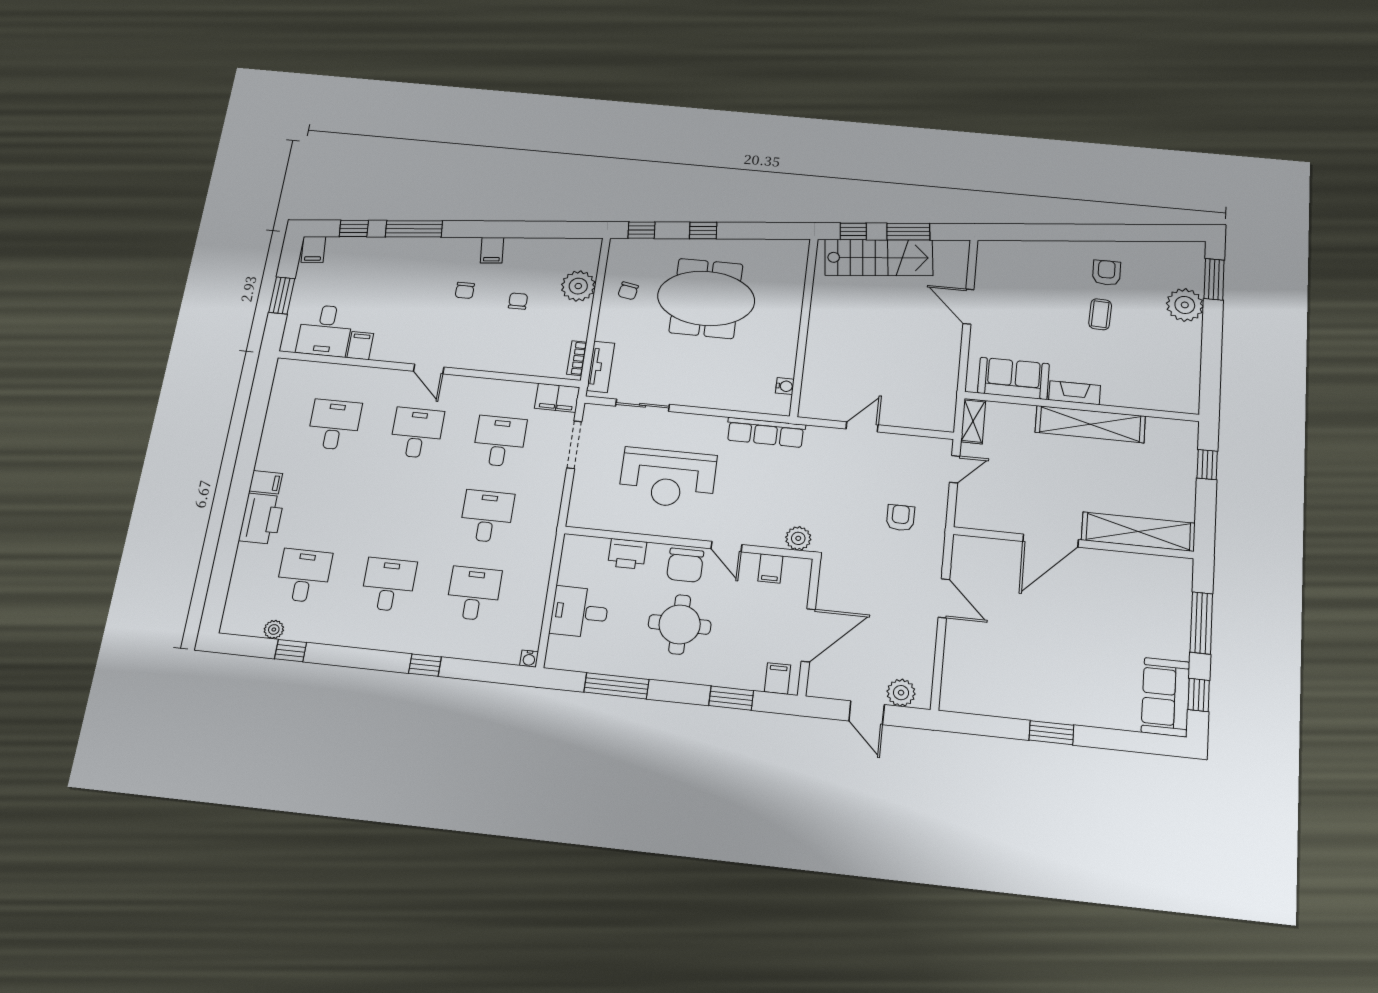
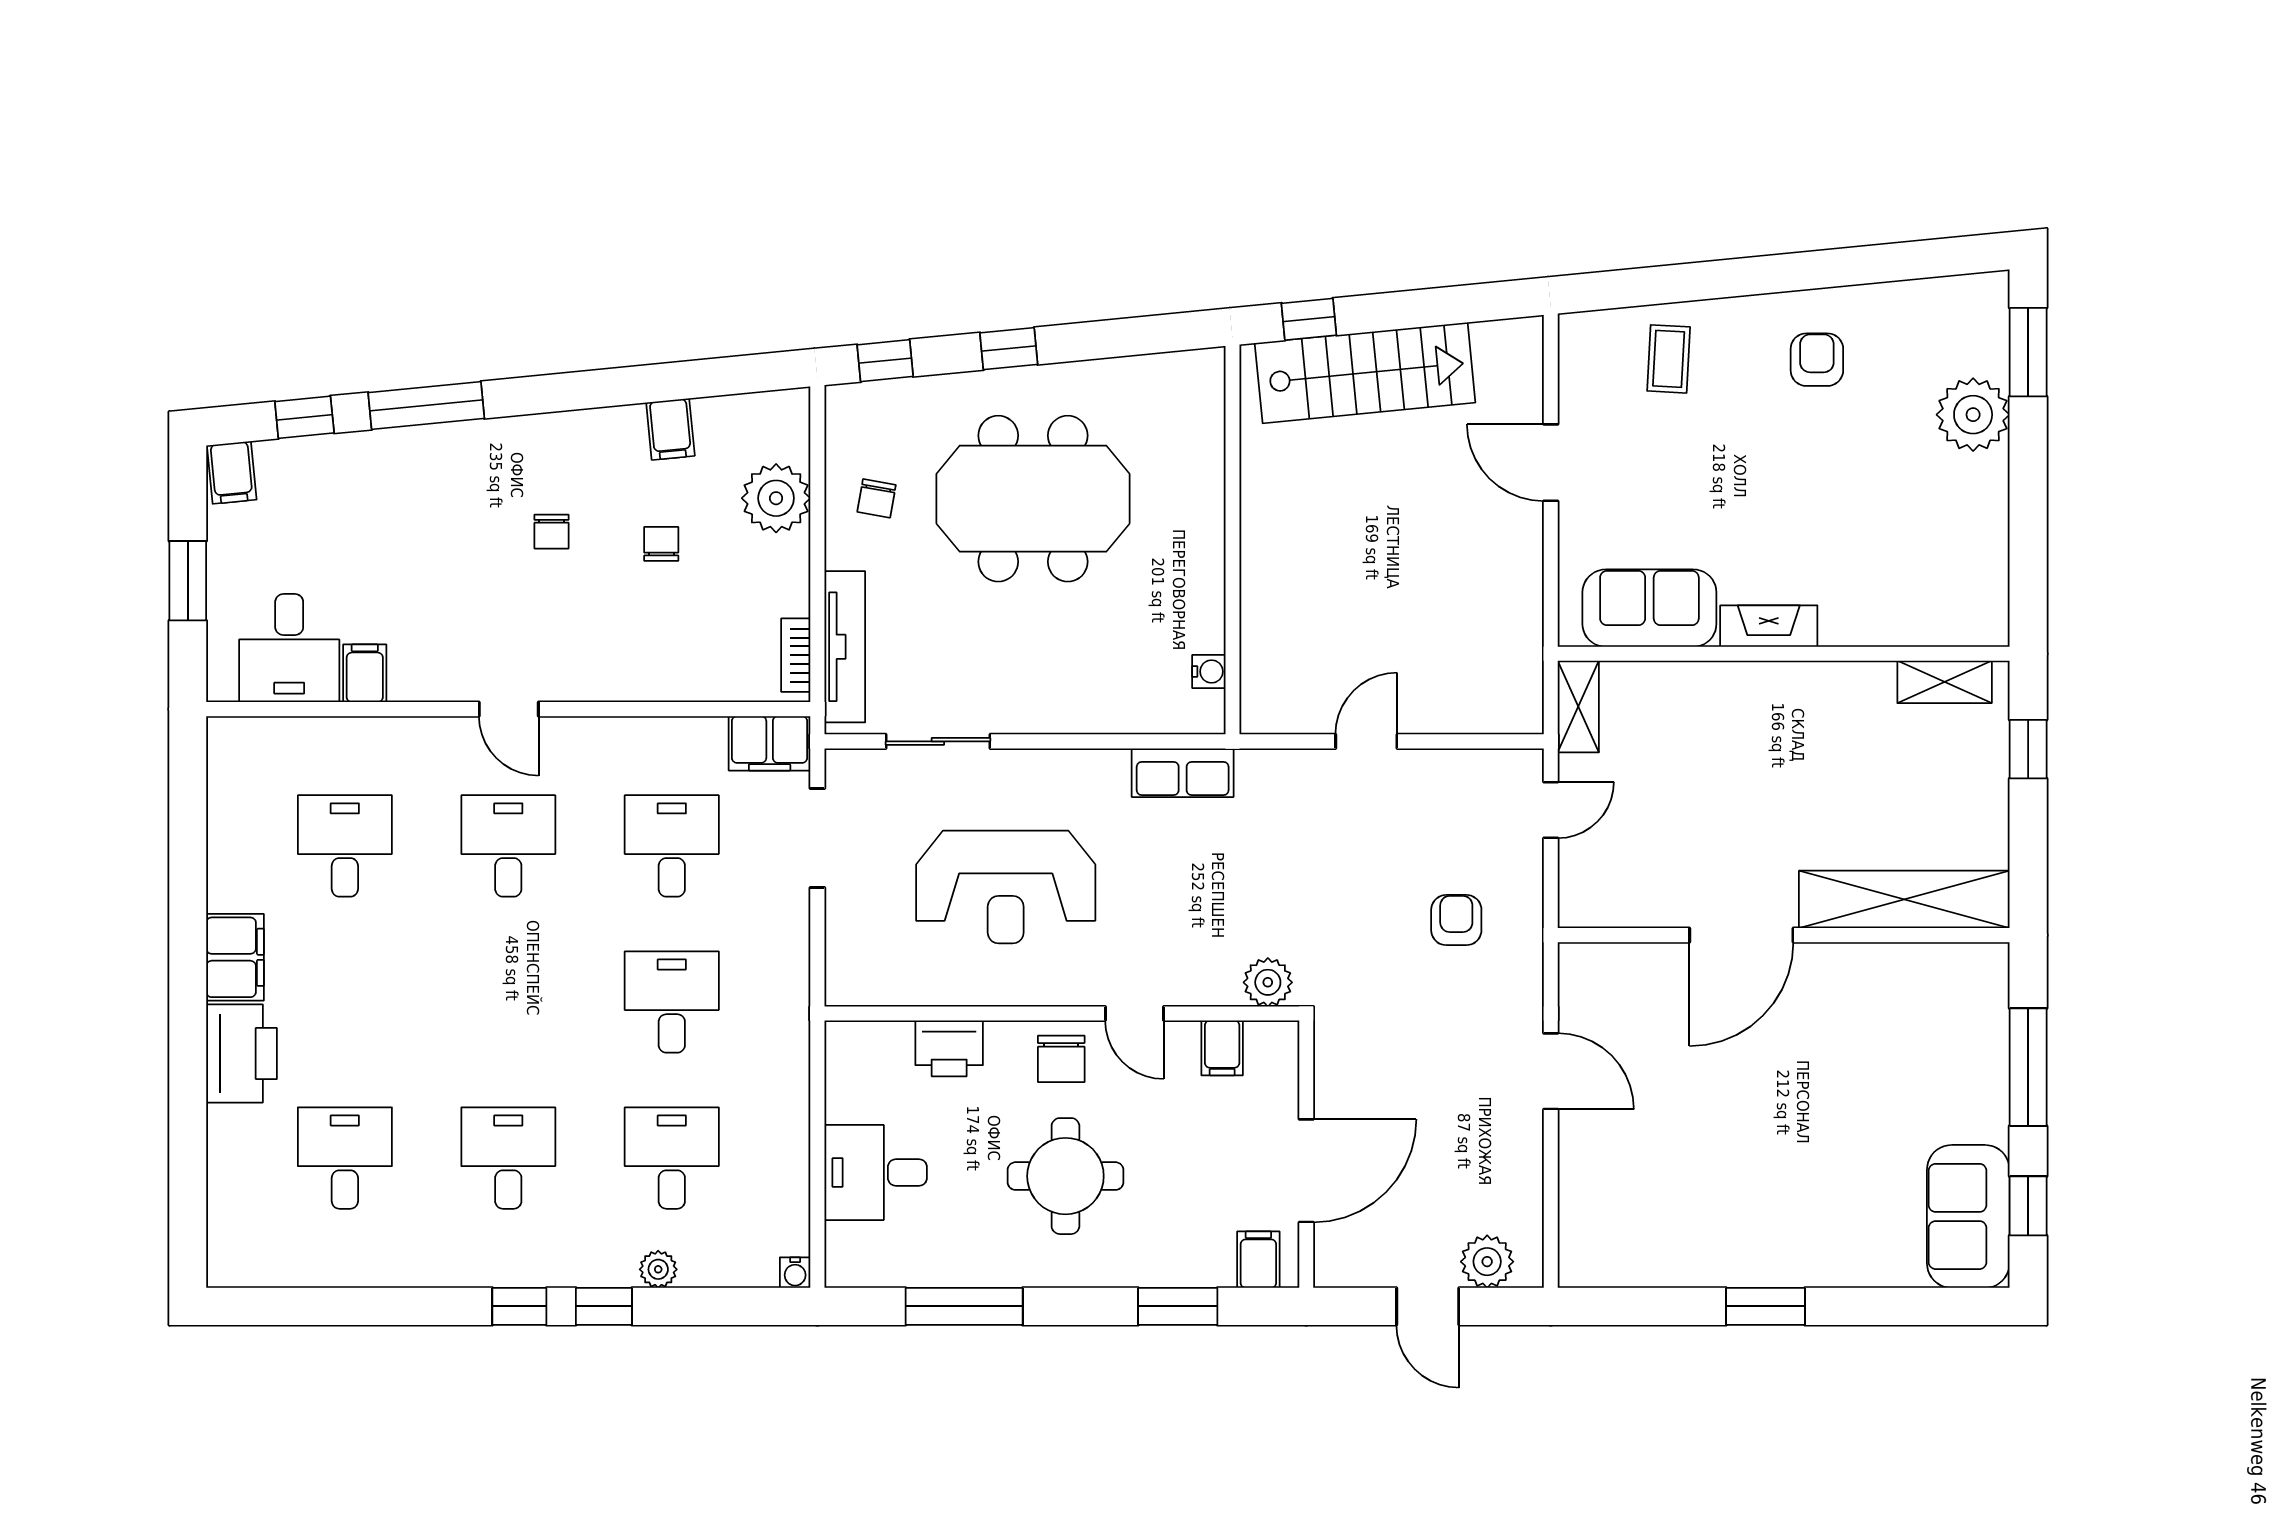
window: (908, 232) -> (1419, 308), removed
filing cabinet: (492, 250) -> (670, 429), moved
coffee table: (1100, 314) -> (1669, 359), moved
tv unit: (600, 367) -> (845, 647), width x1.41
shelving: (1090, 424) -> (1945, 682), moved, width x0.45, depth x0.75
row of seats: (766, 432) -> (1183, 773), width x0.68
filing cabinet: (266, 482) -> (235, 957), width x2.00
chair: (685, 565) -> (1061, 1059), width x0.73, depth x0.73
plant: (274, 630) -> (658, 1269), moved
window: (291, 651) -> (519, 1306), moved

